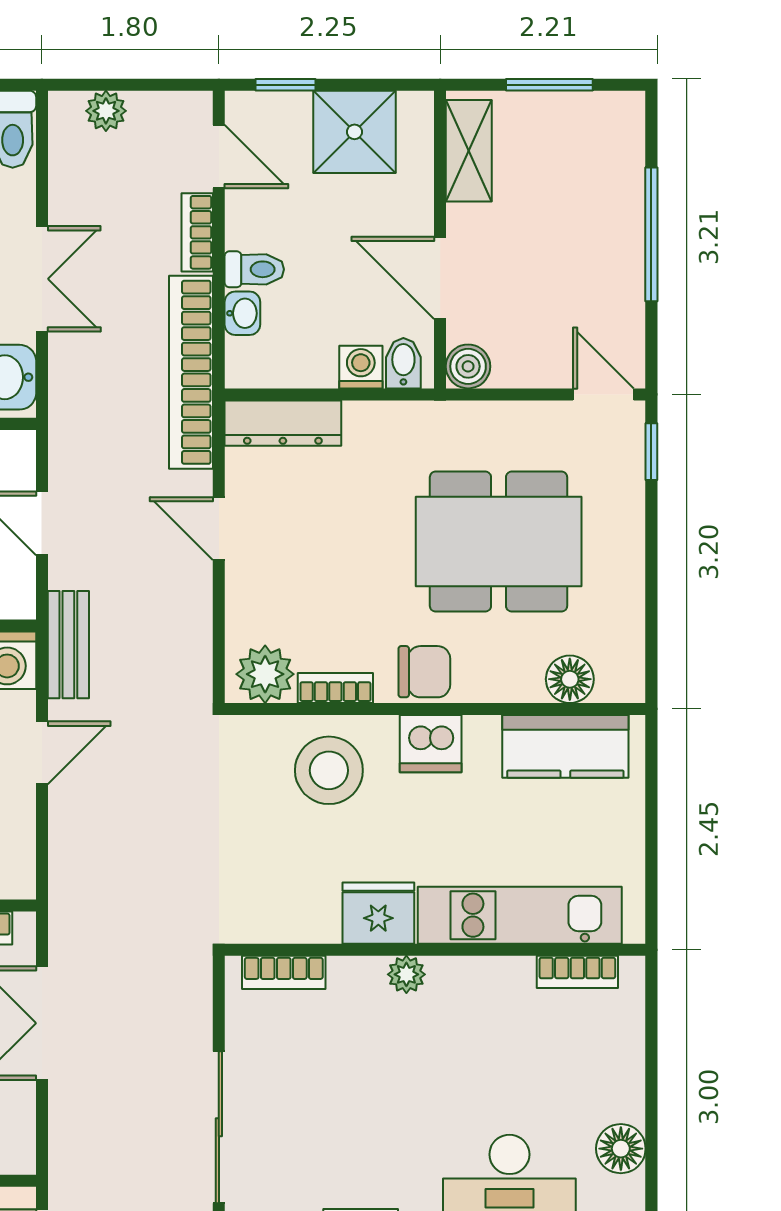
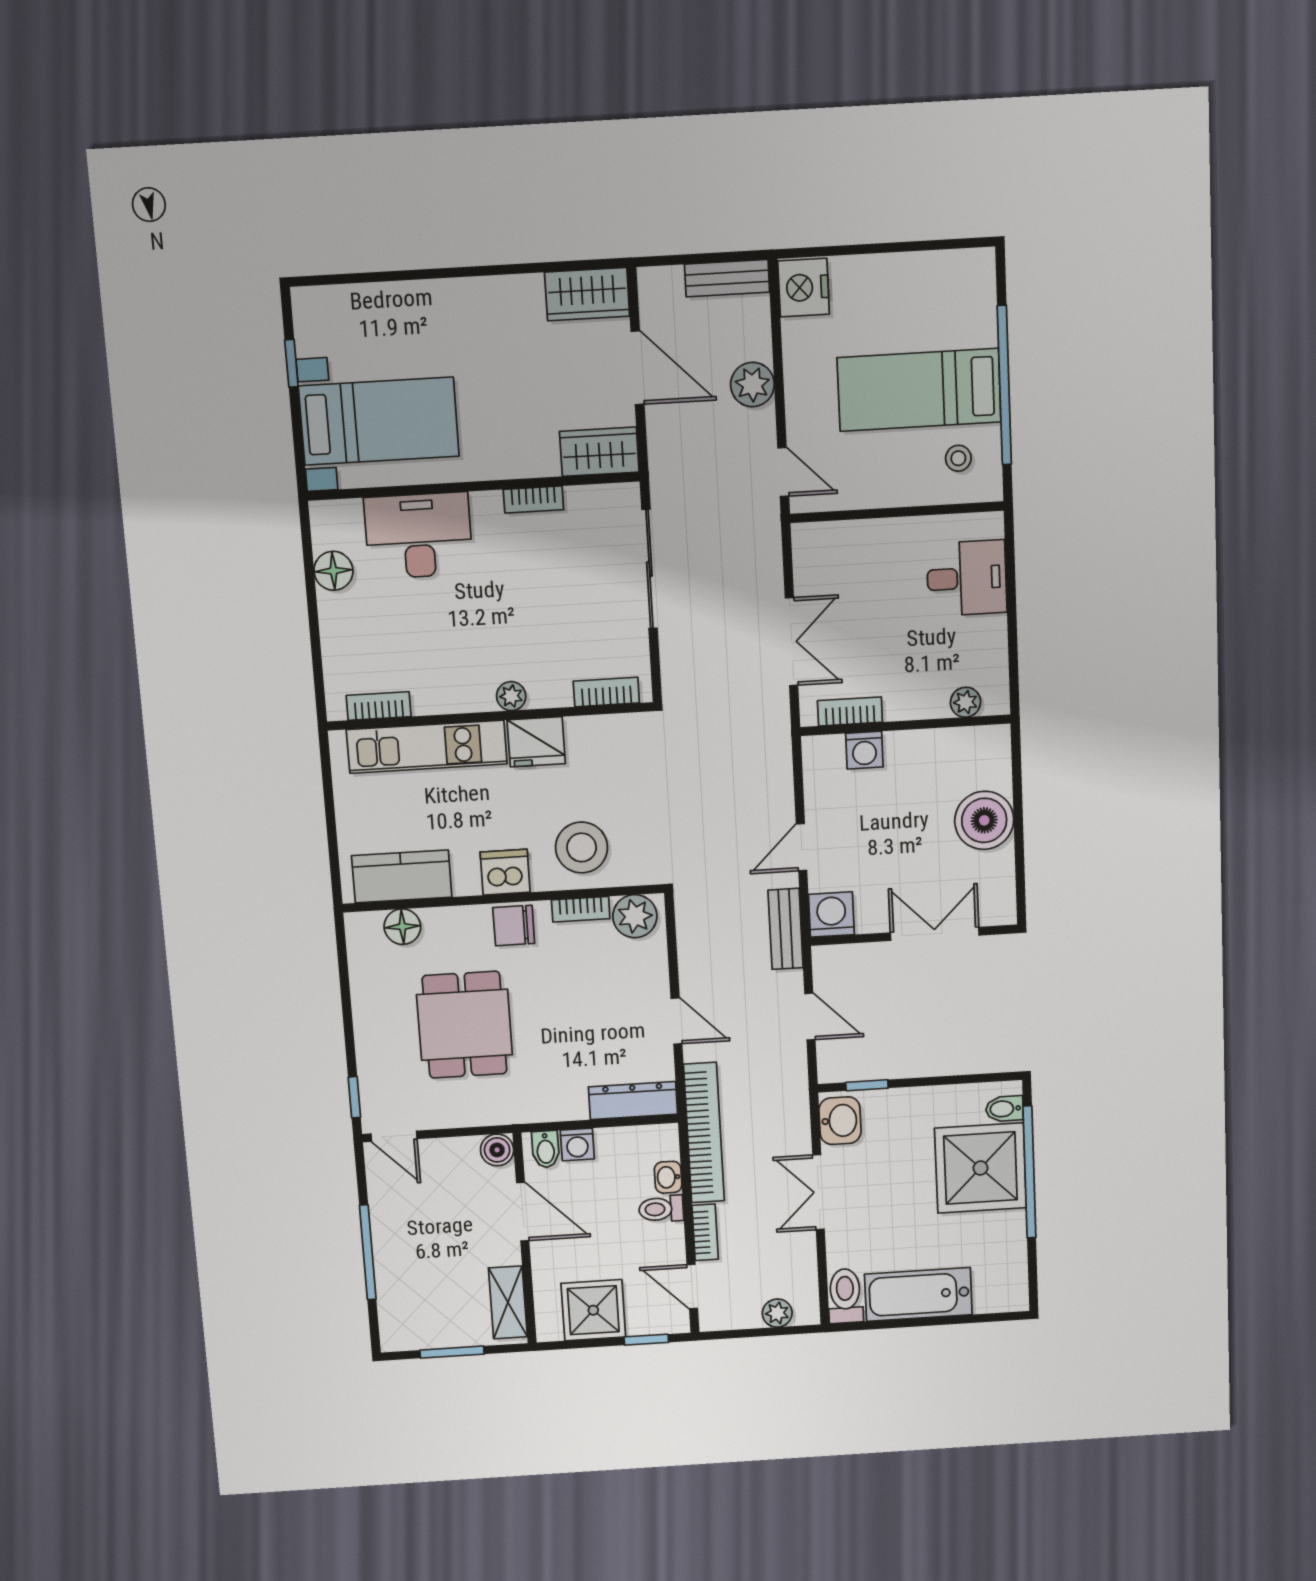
dining table: (499, 542) -> (465, 1025), width x0.73

